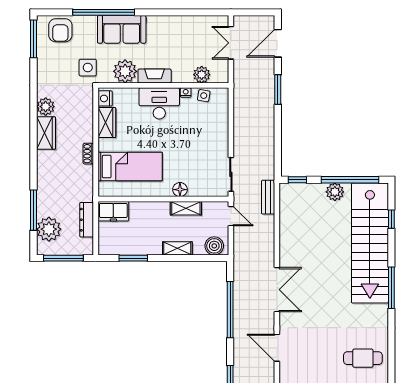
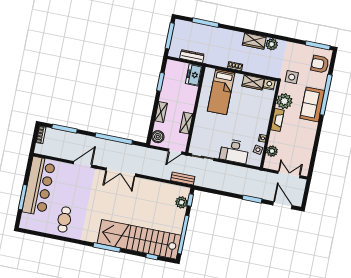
desk: (159, 103) -> (234, 151), moved, turned 90
floor lamp: (180, 190) -> (199, 122), removed
plant: (335, 192) -> (182, 202), moved
plant: (49, 229) -> (191, 30), removed

